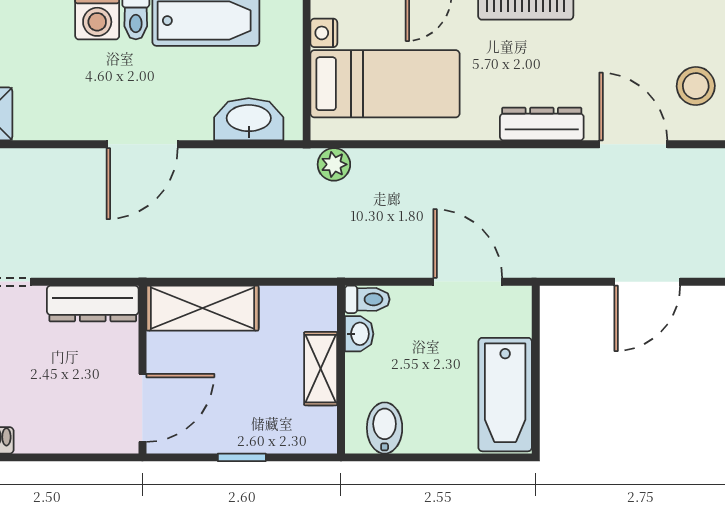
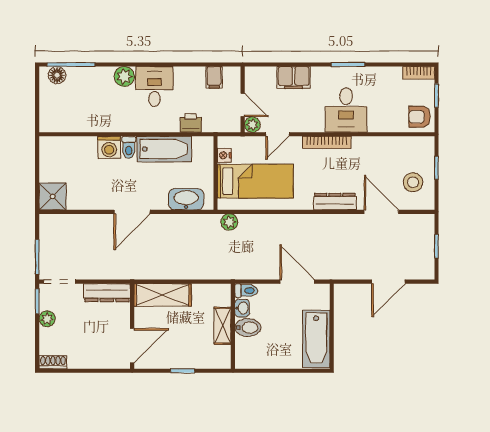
bidet: (385, 428) -> (248, 328), moved, turned 90

